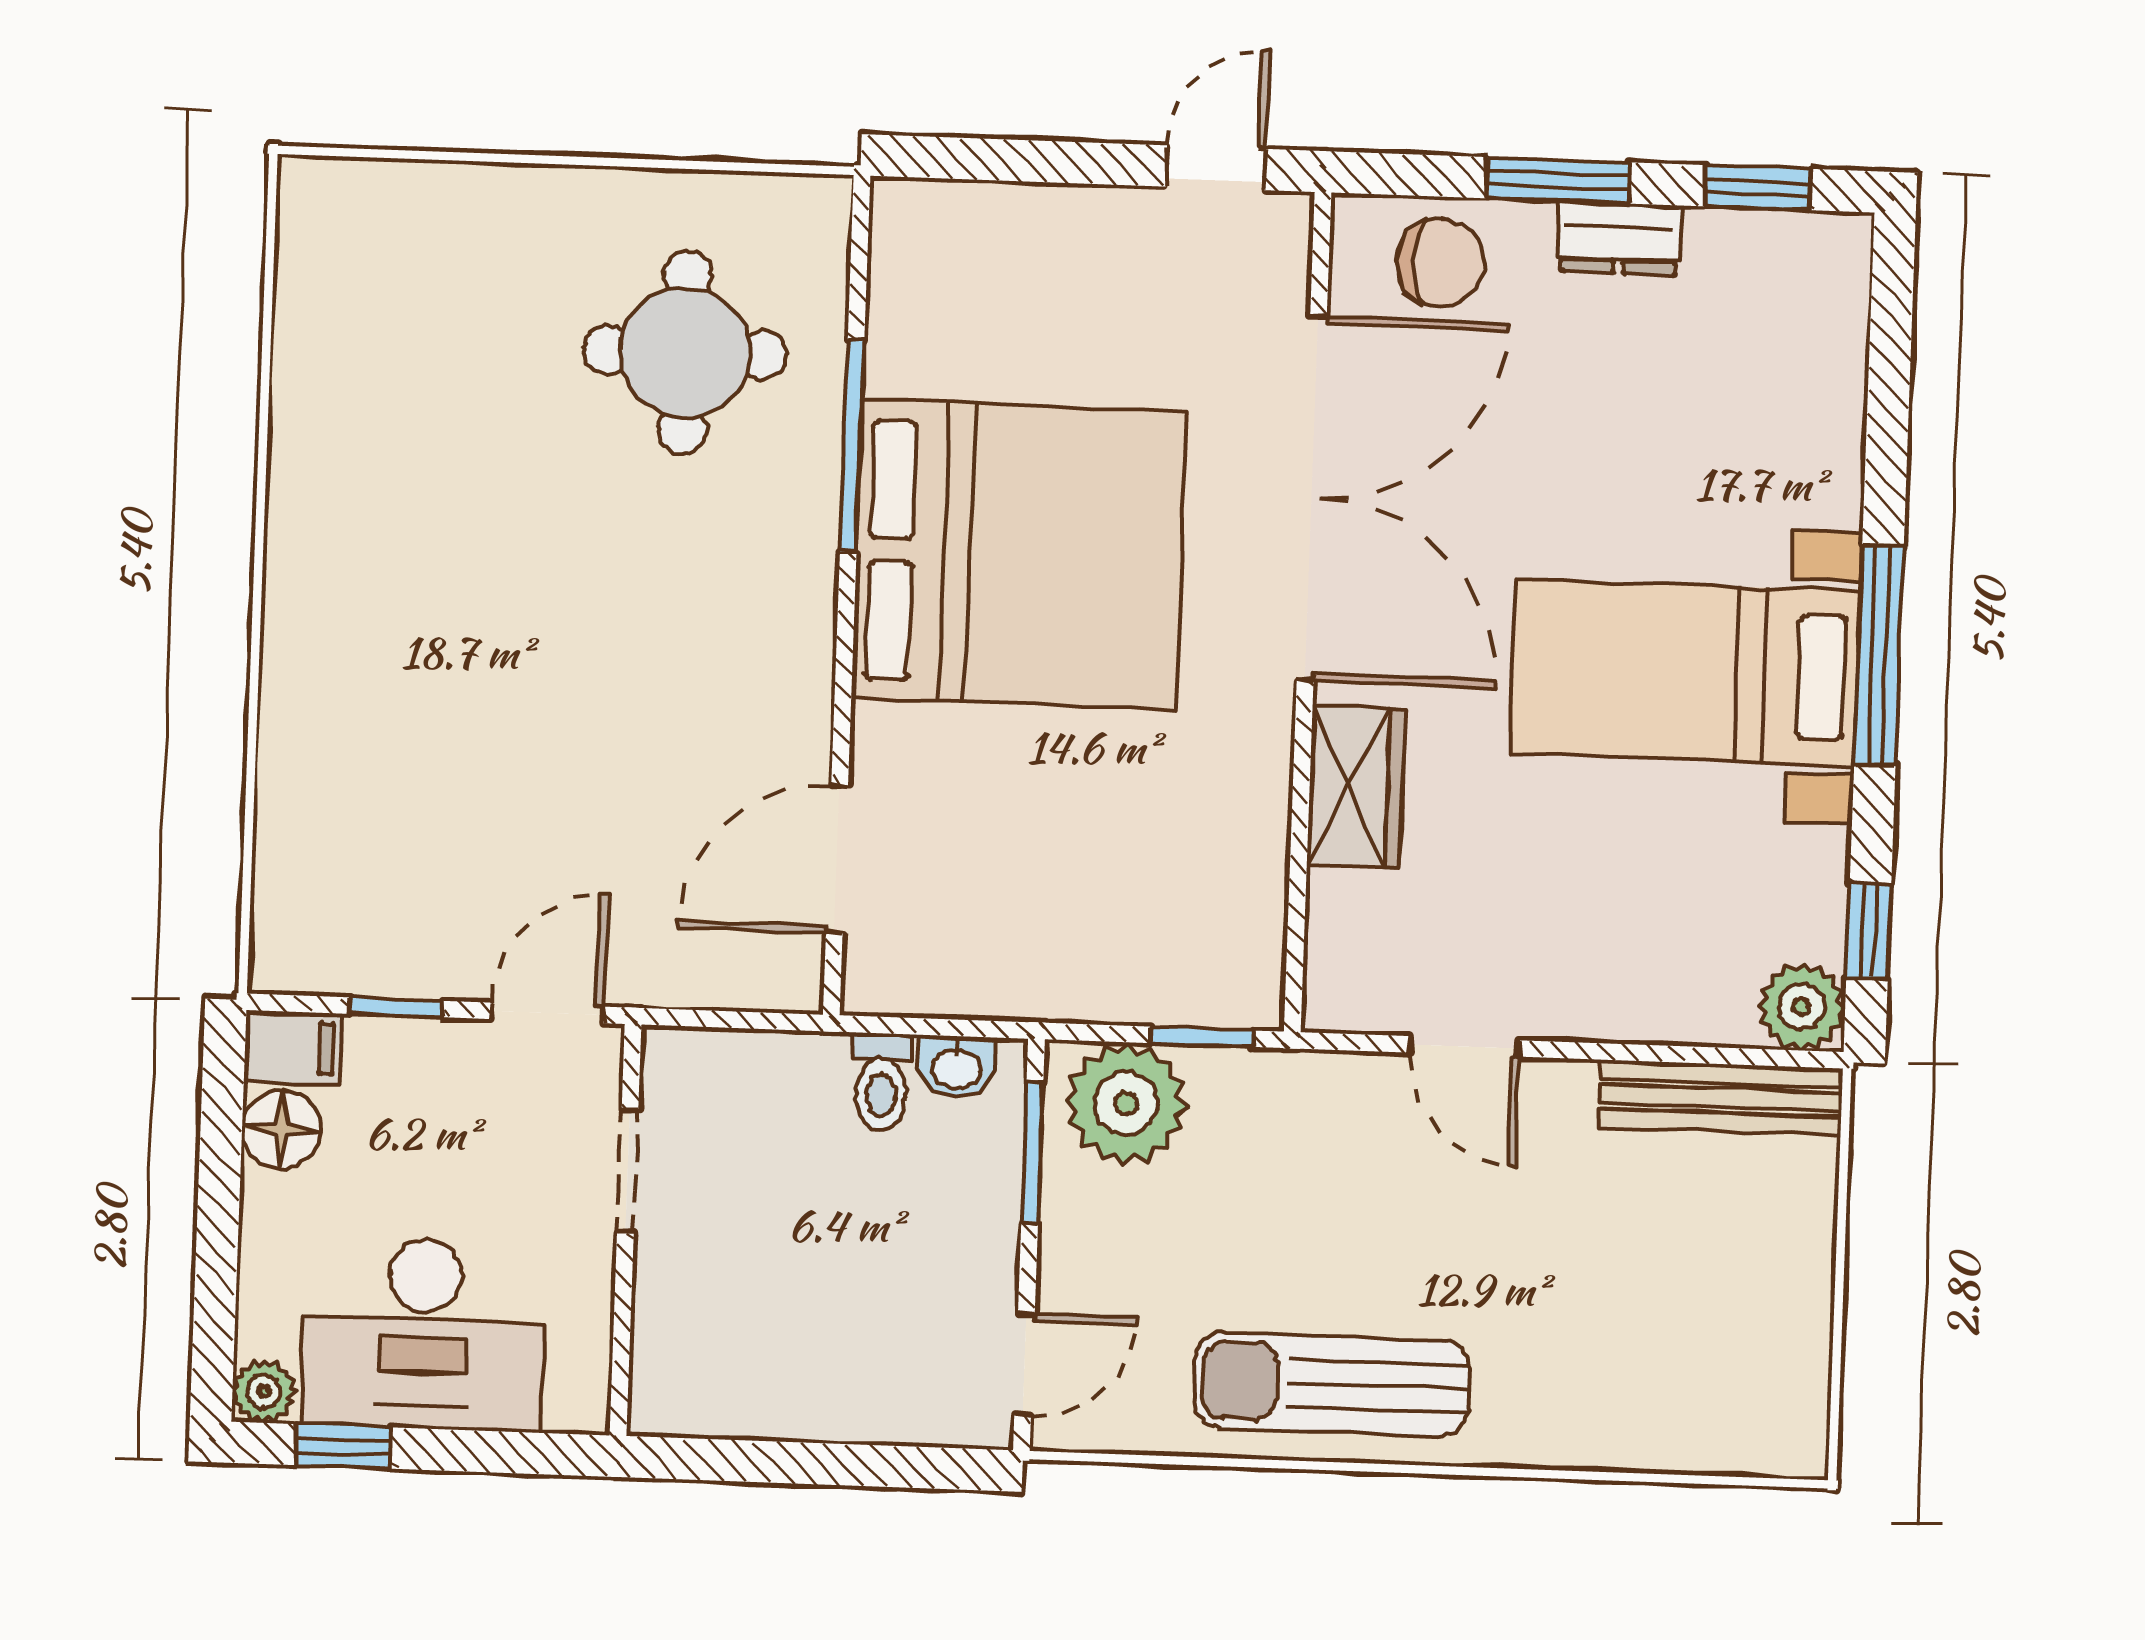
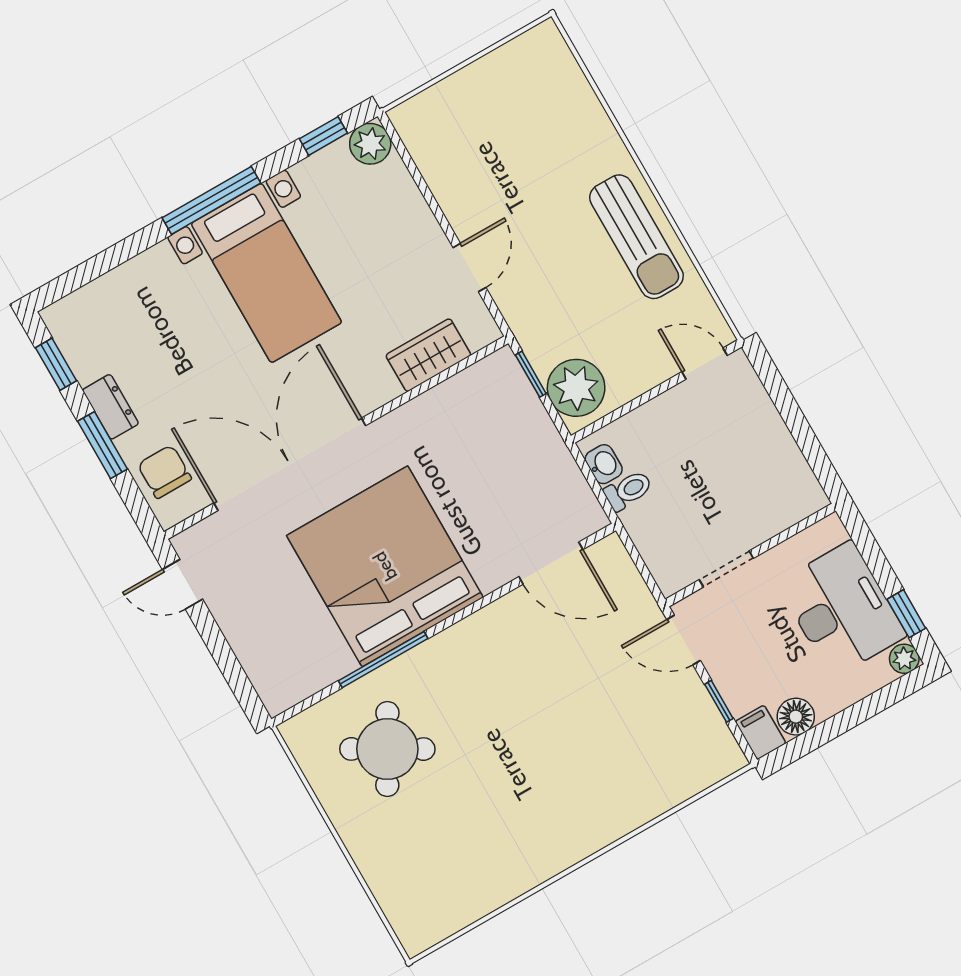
round table: (685, 352) -> (387, 749), turned 30
wardrobe: (1356, 787) -> (428, 355), moved
bench: (1721, 1098) -> (426, 153), removed
window: (1032, 1153) -> (619, 413), removed

